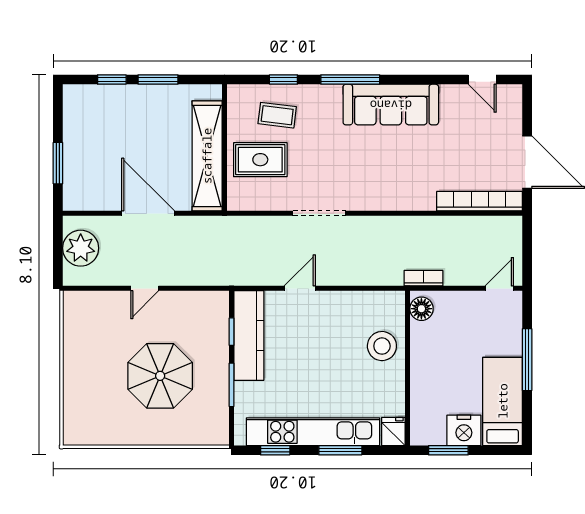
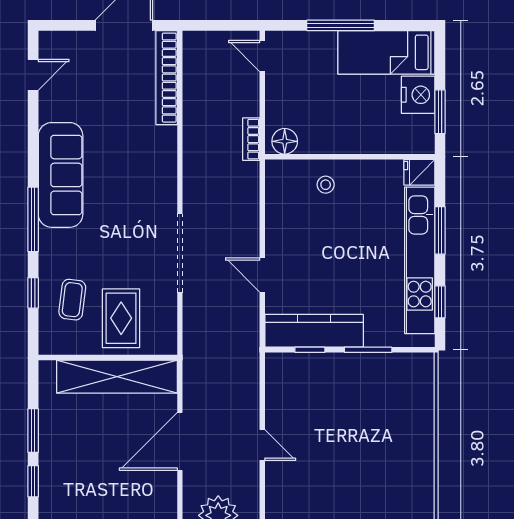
doorway: (319, 213) -> (180, 253), width x1.36
stool: (382, 346) -> (326, 185), width x0.53, depth x0.53
parasol: (160, 376) -> (358, 428), removed

